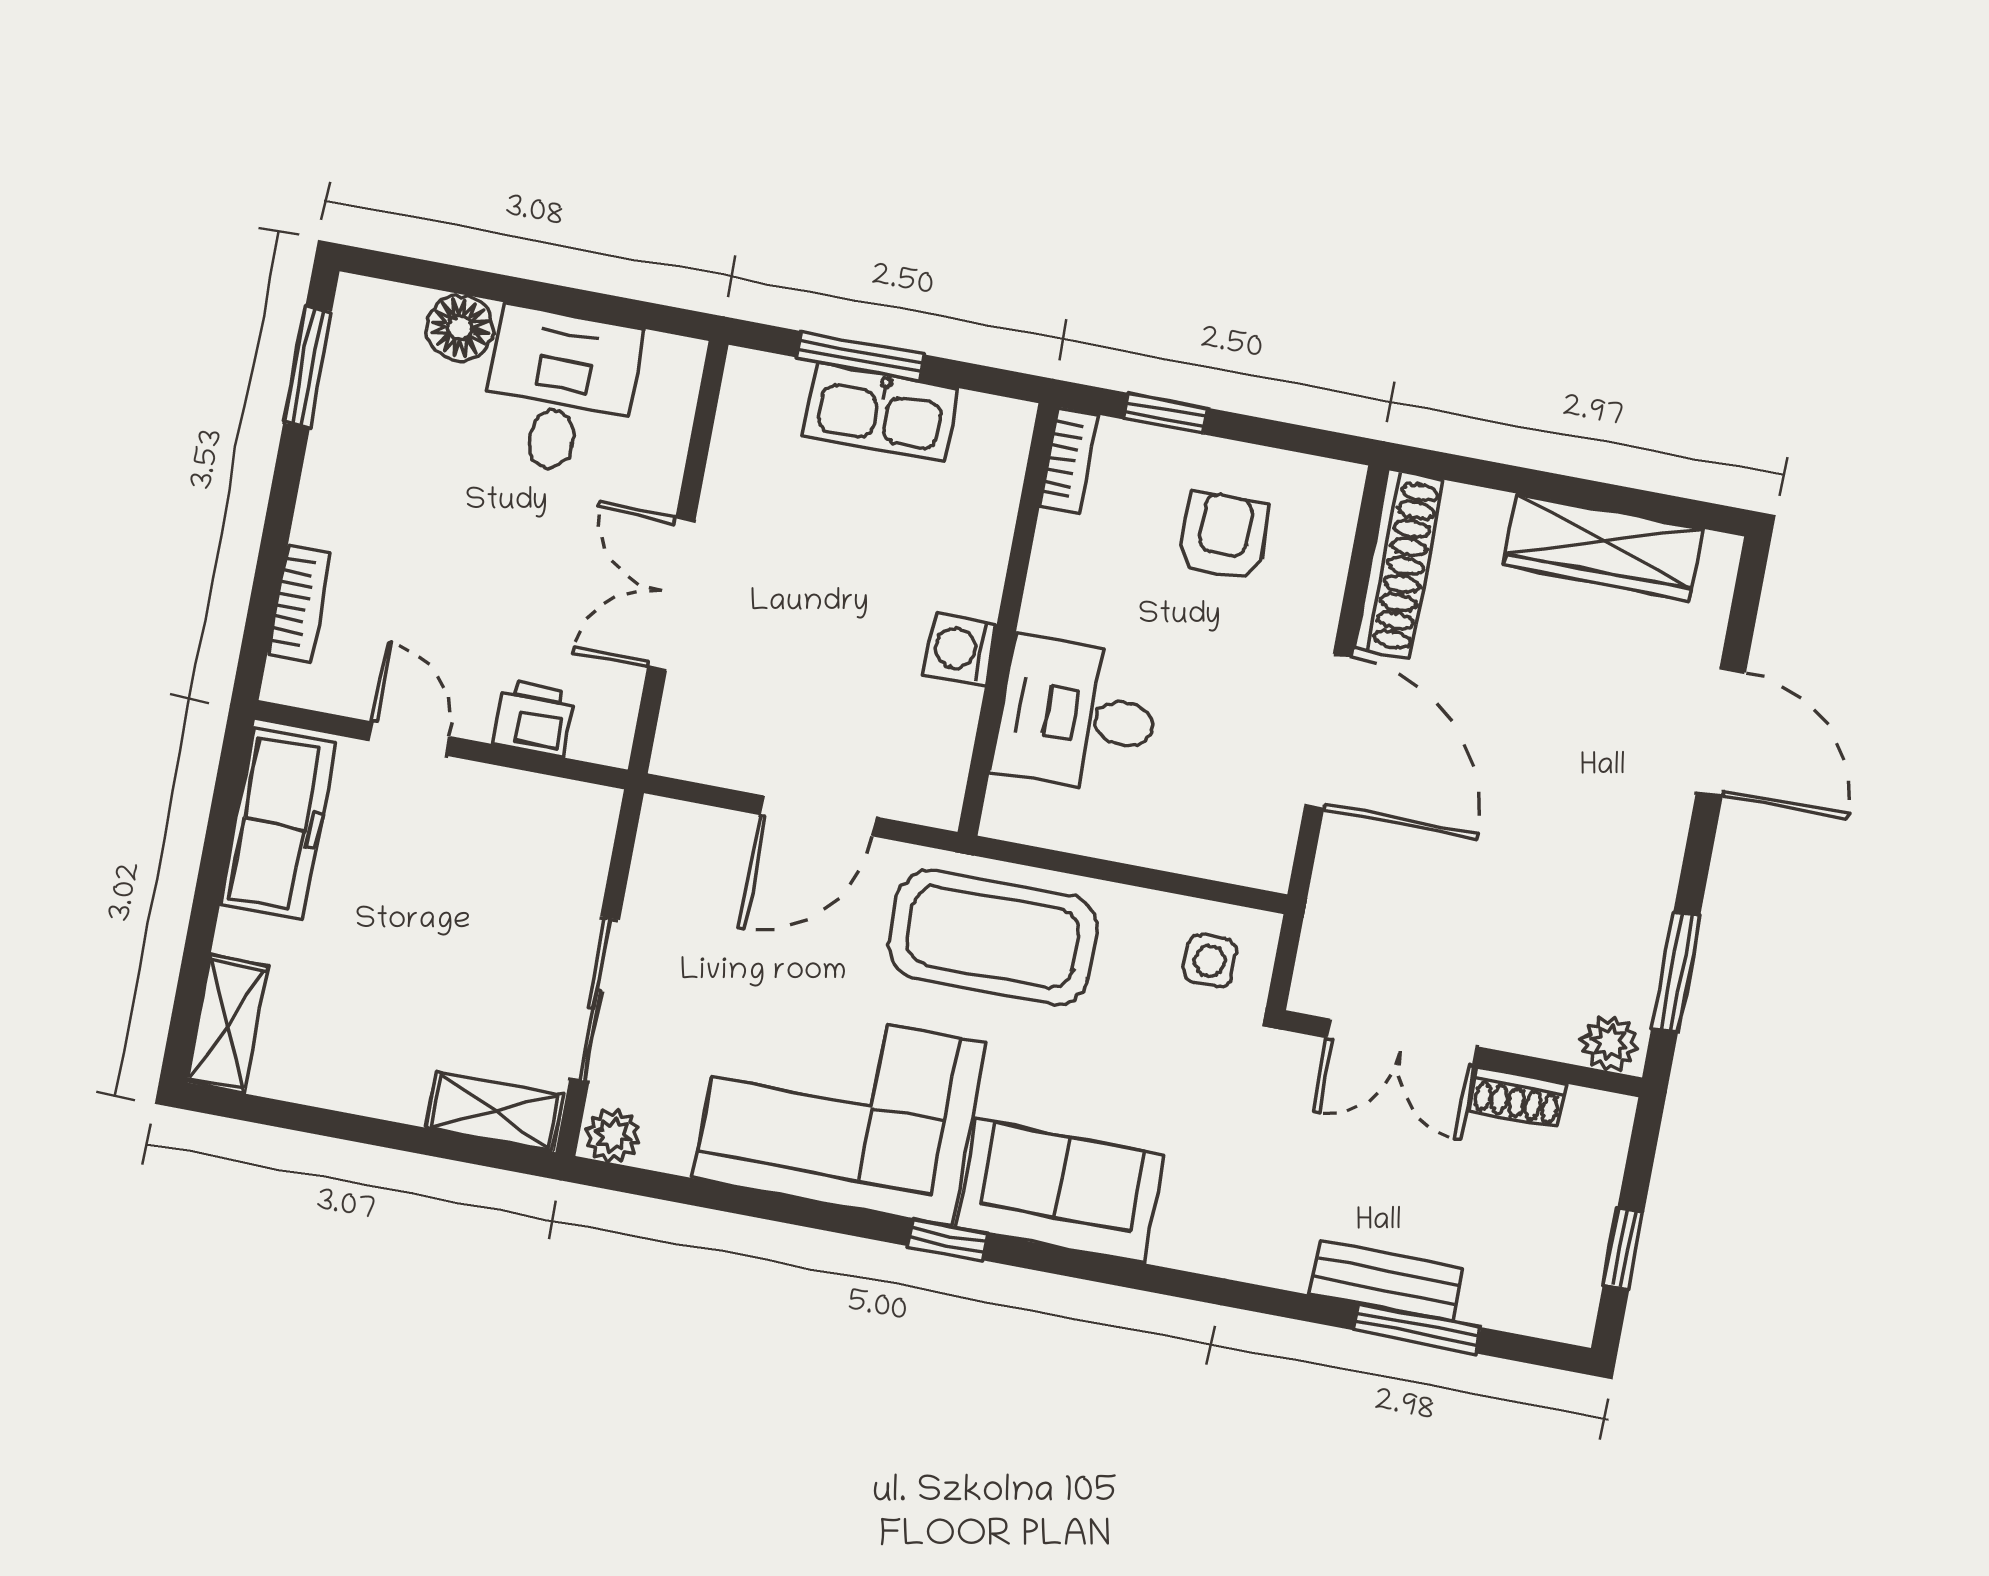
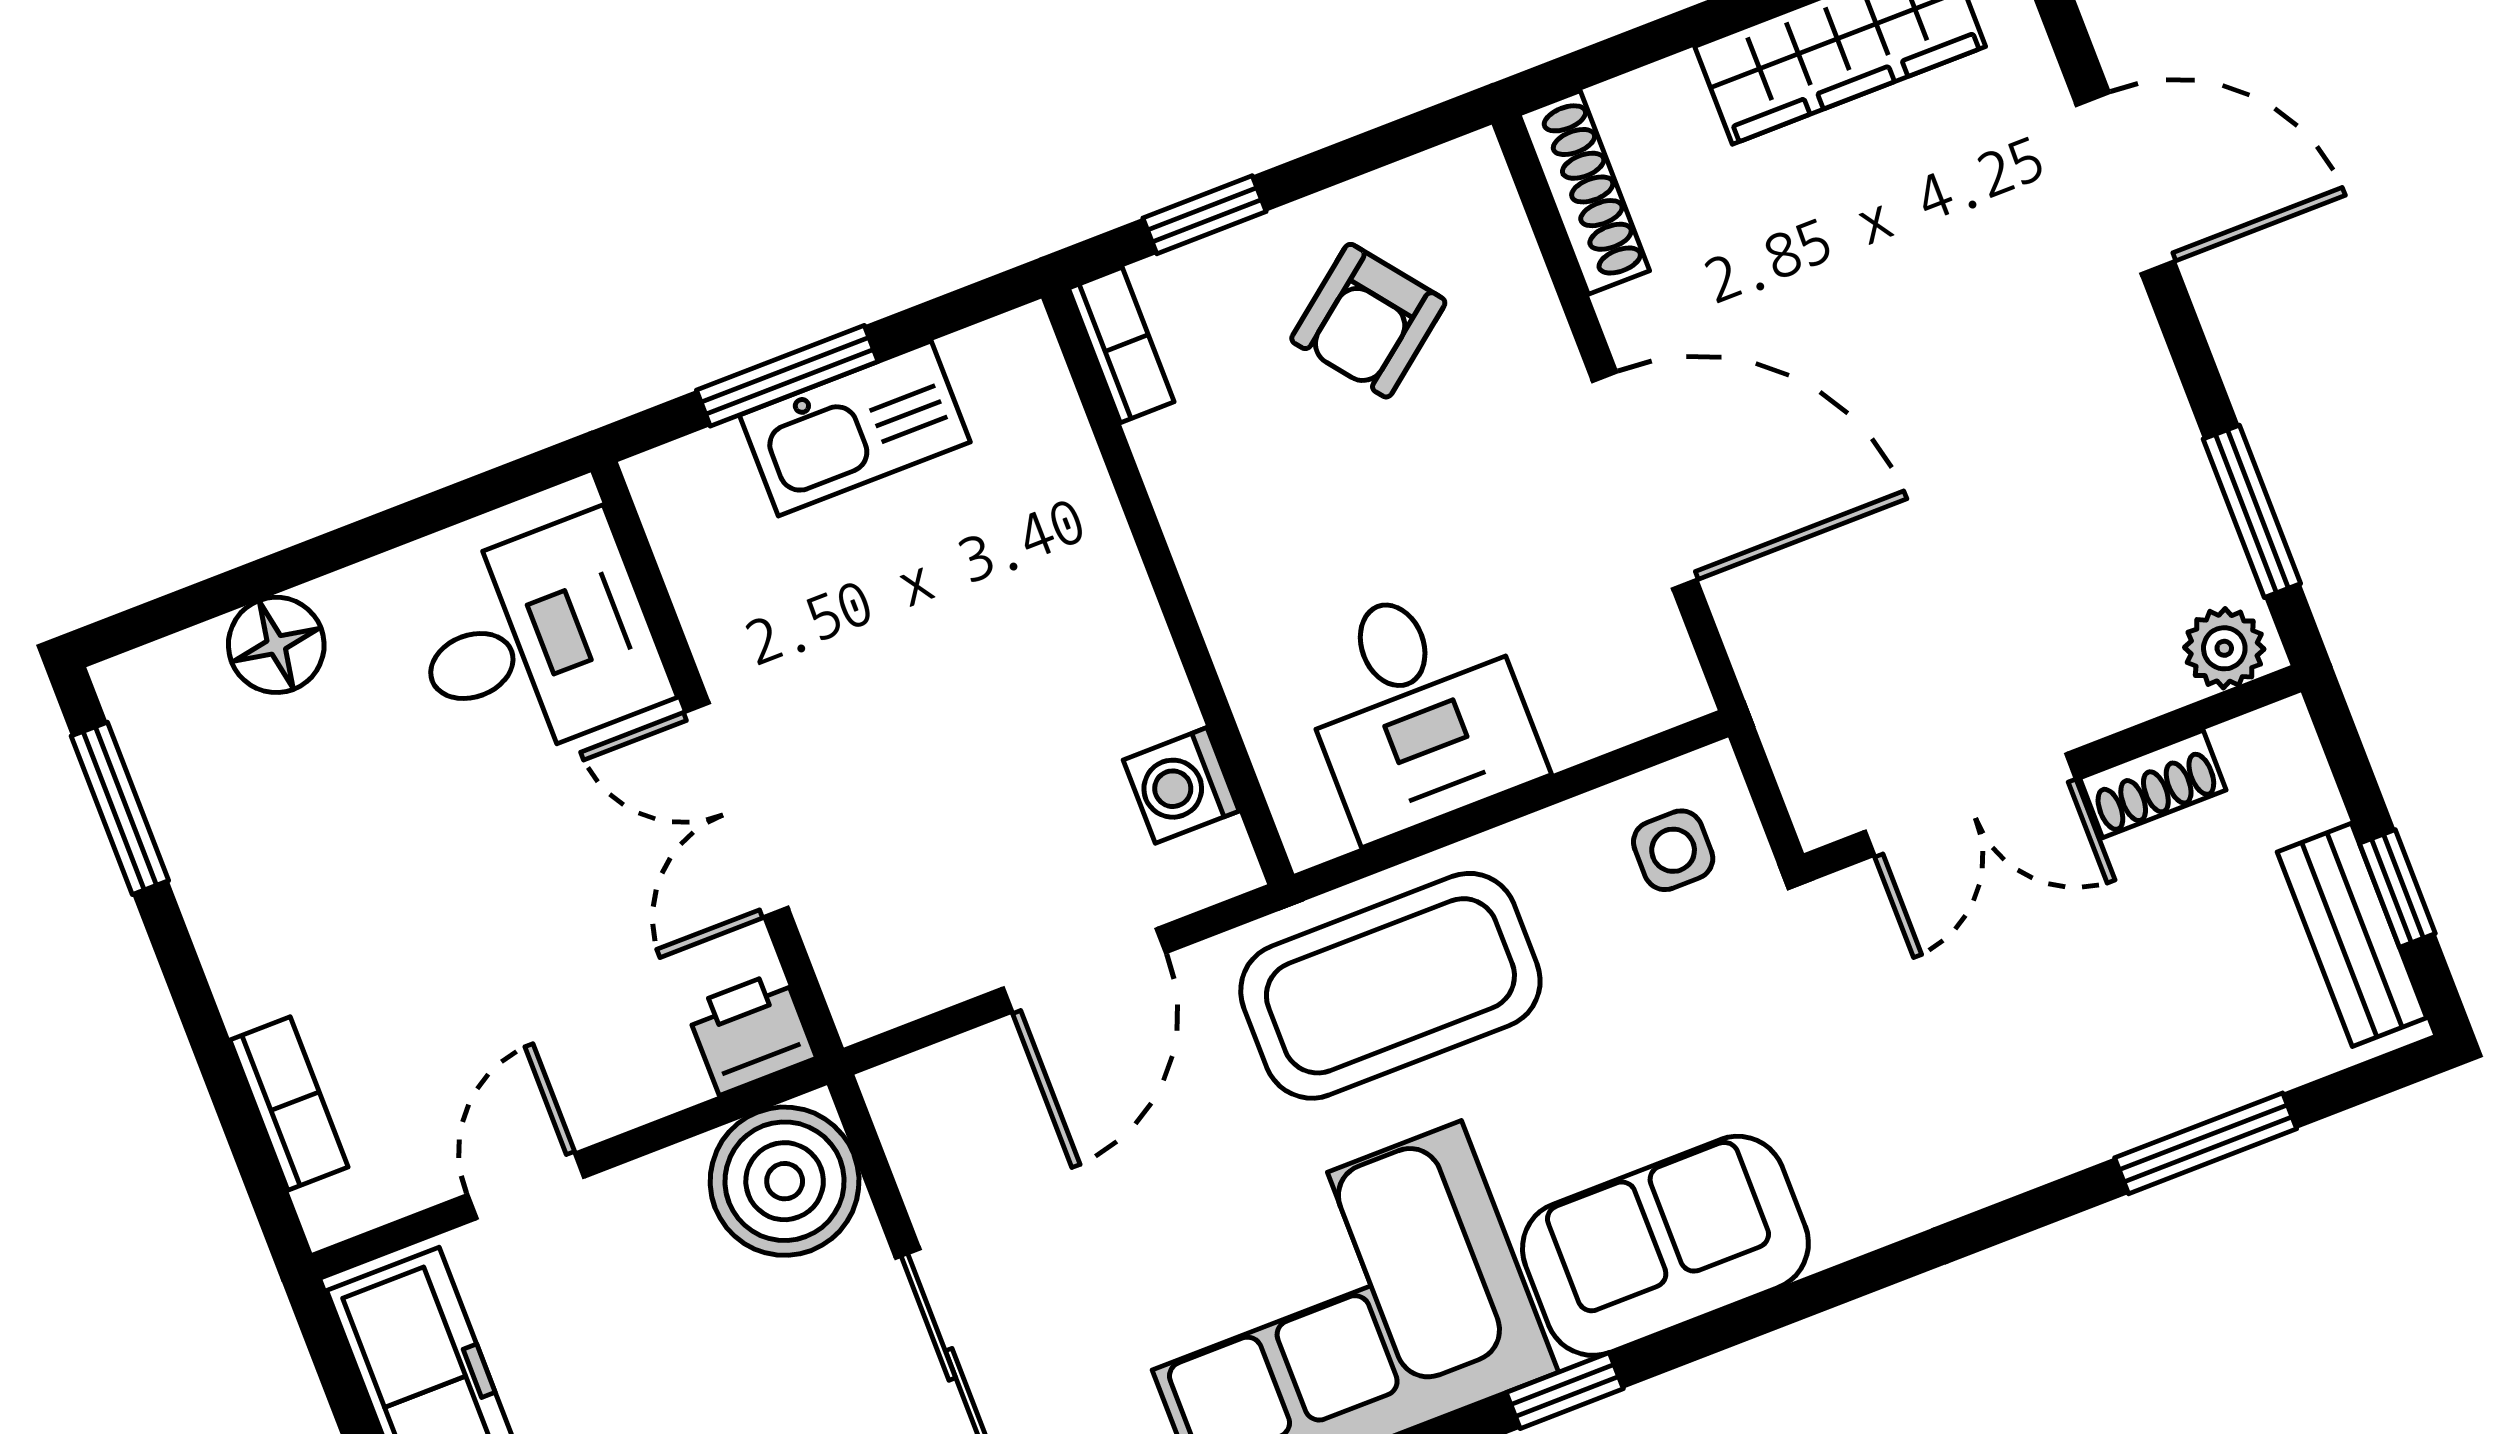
desk: (560, 392) -> (536, 641), moved, turned 90
armchair: (1224, 536) -> (1368, 321), turned -128
shoe rack: (1399, 564) -> (1584, 192), width x0.74, depth x0.81
washing machine: (960, 649) -> (1181, 785), moved
desk: (1078, 715) -> (1417, 709), moved, turned -90
printer: (534, 718) -> (751, 1033), moved
door: (409, 739) -> (526, 1186), hinge flipped
boiler: (564, 831) -> (785, 1181), added
bench: (1386, 1281) -> (2352, 935), moved, turned 90

